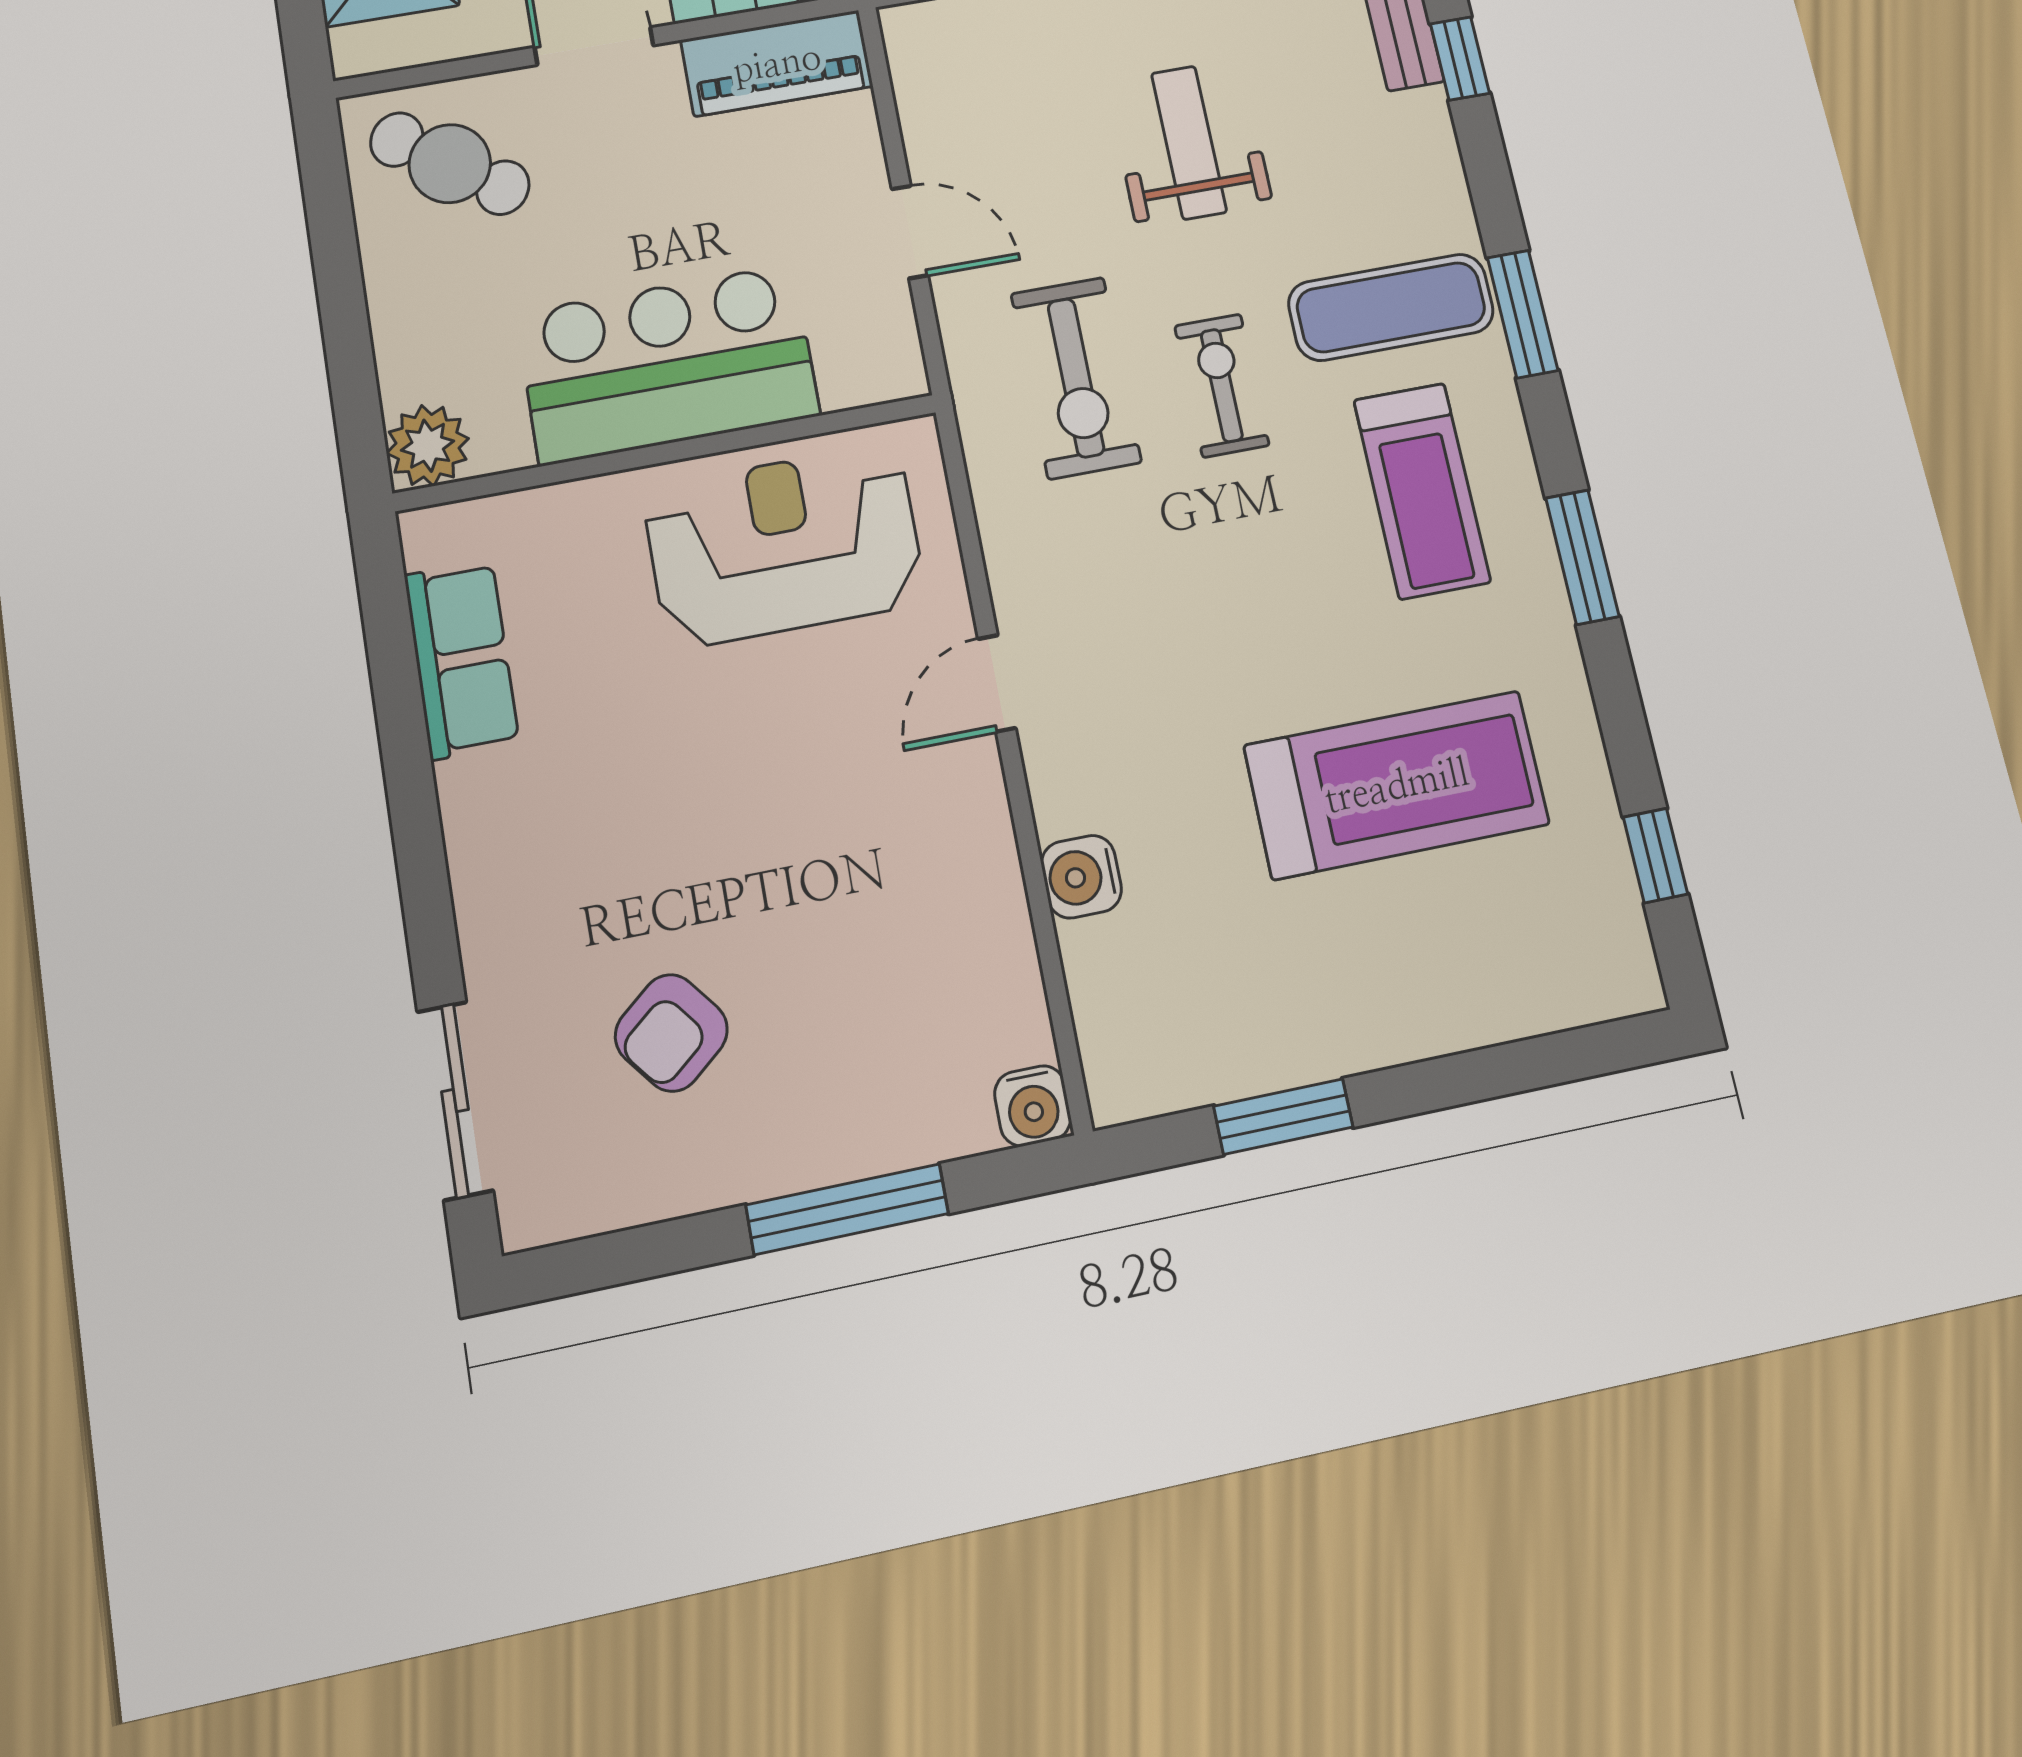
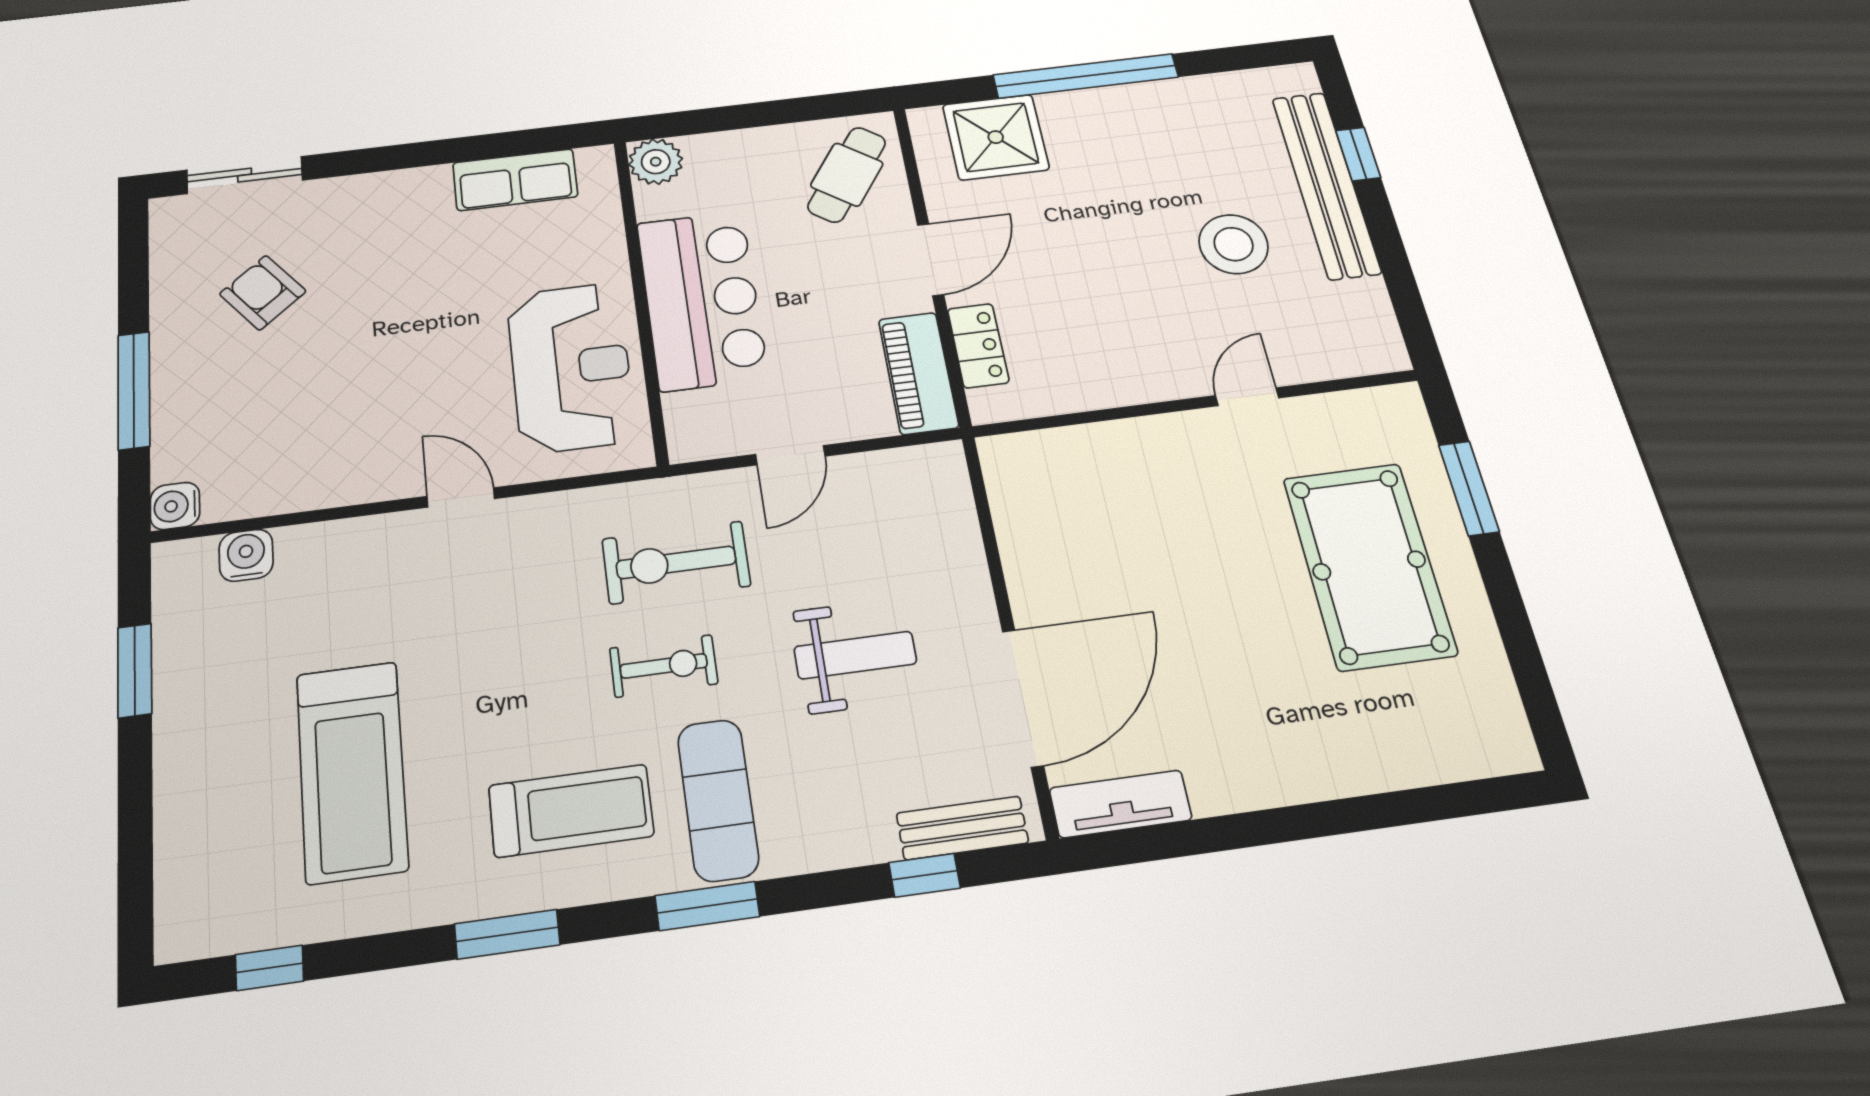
treadmill: (1422, 491) -> (571, 811), turned 180
water cooler: (1081, 877) -> (246, 555), moved

